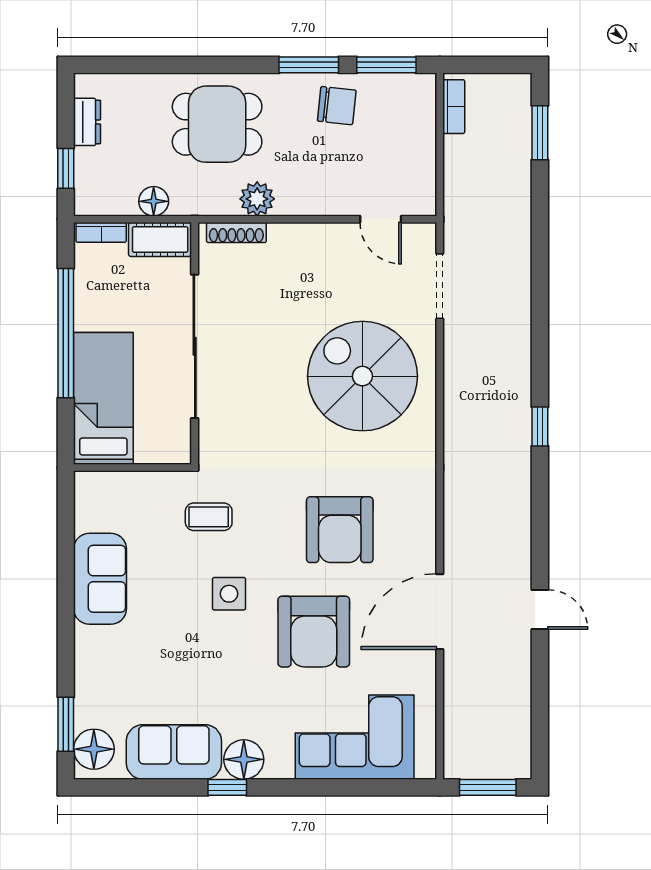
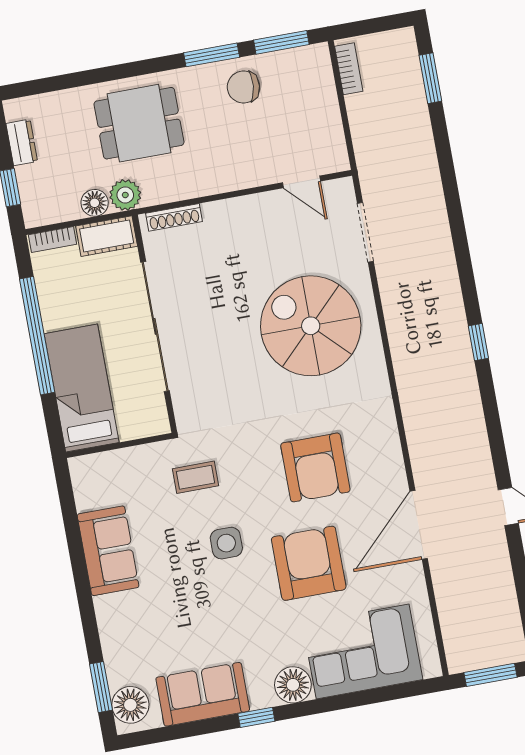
chair: (337, 106) -> (243, 87), turned 180
plant: (257, 199) -> (125, 195), moved
armchair: (314, 632) -> (309, 563), turned 180
floor lamp: (244, 759) -> (293, 685), moved

